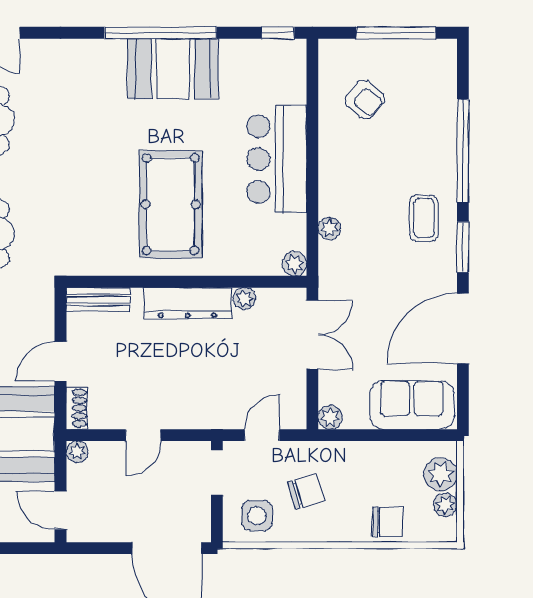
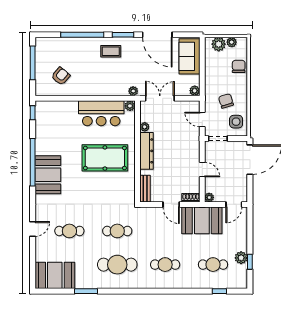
booth: (173, 69) -> (48, 175), moved
bar counter: (277, 159) -> (101, 113), moved
plant: (329, 228) -> (133, 91), moved

